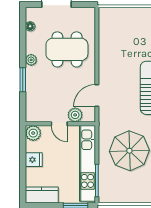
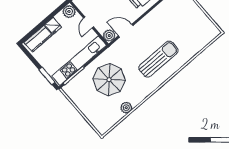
plant: (75, 115) -> (109, 36), moved
kitchen counter: (42, 195) -> (38, 39), moved, turned 90

